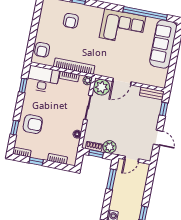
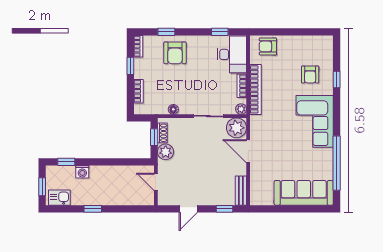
armchair: (71, 21) -> (310, 75), turned -90
corner sofa: (122, 27) -> (315, 121), moved
window: (111, 179) -> (126, 162), removed

